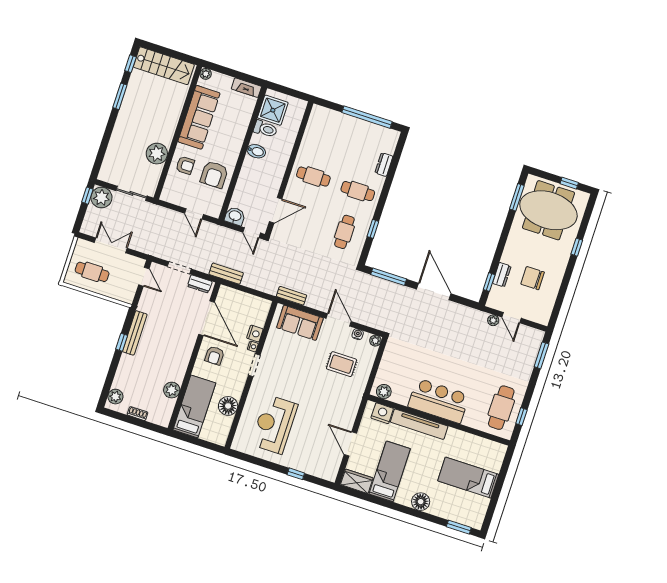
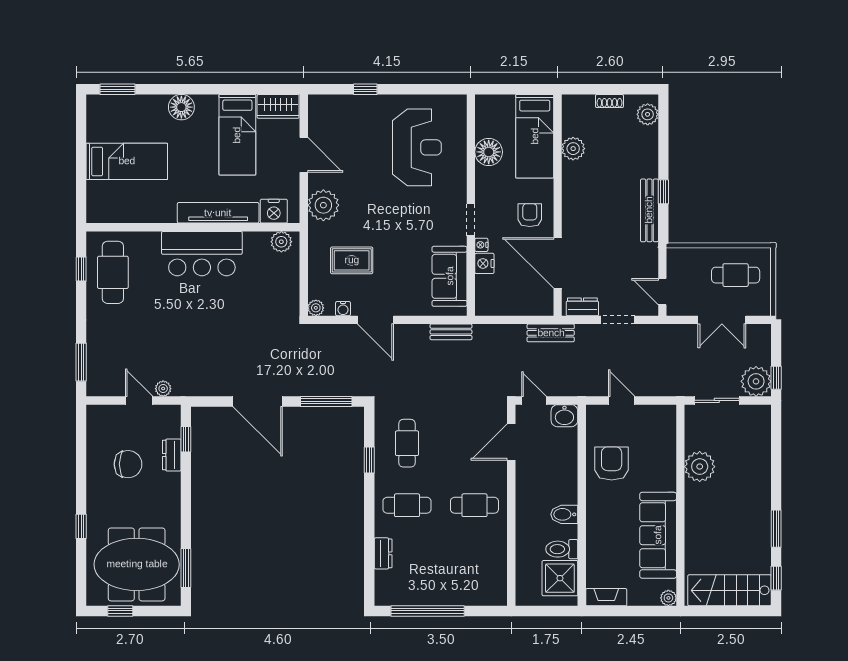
armchair: (185, 165) -> (656, 463), removed
sofa: (300, 323) -> (450, 276), moved, turned -90
plant: (348, 407) -> (323, 205), added

